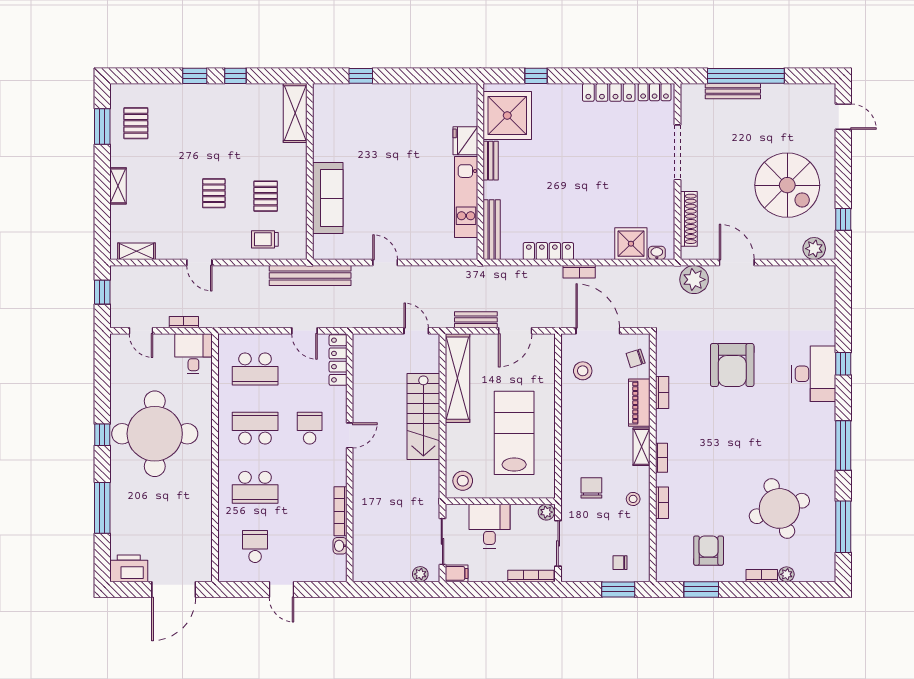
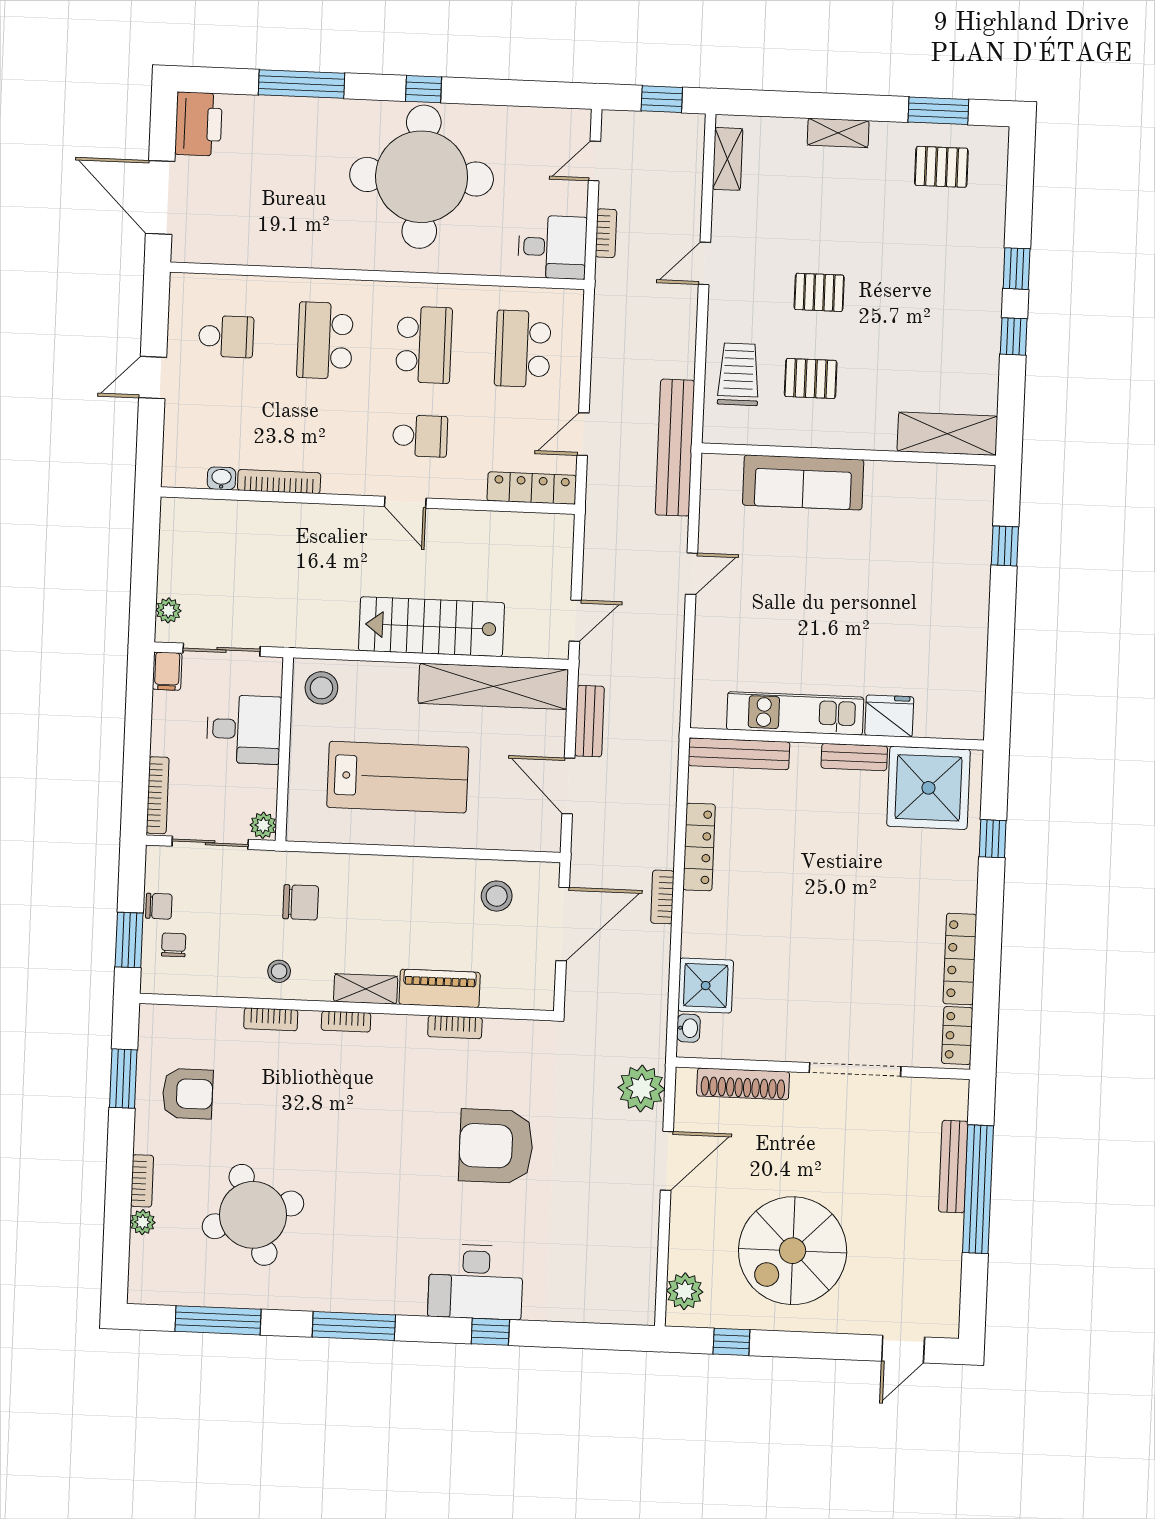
trolley: (265, 239) -> (739, 374), width x1.36, depth x1.39
chair: (636, 358) -> (159, 906), moved, turned 108

